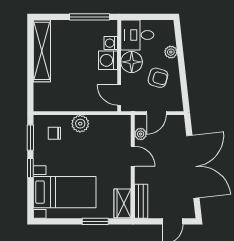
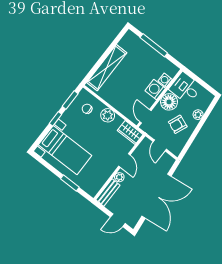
window: (90, 17) -> (154, 45), moved
shelving: (42, 51) -> (107, 68), moved
armchair: (158, 78) -> (178, 124), turned 96
door: (156, 113) -> (160, 145), hinge flipped
plant: (141, 134) -> (119, 177), moved
wardrobe: (123, 203) -> (130, 133), moved, turned -90

